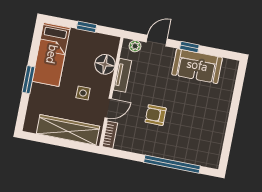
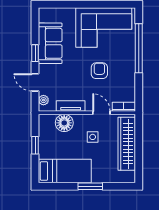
armchair: (156, 115) -> (99, 71), turned 180
corner sofa: (203, 129) -> (104, 27), added

